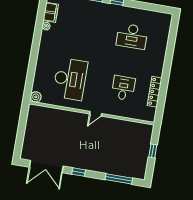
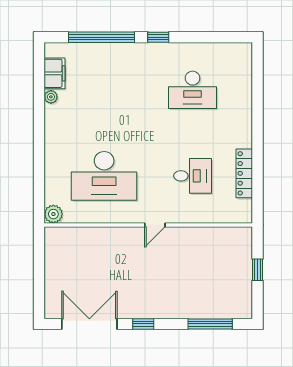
desk: (70, 79) -> (104, 176), turned 90
desk: (123, 88) -> (193, 176), turned 90
double door: (46, 167) -> (89, 324), swing flipped

